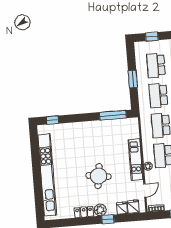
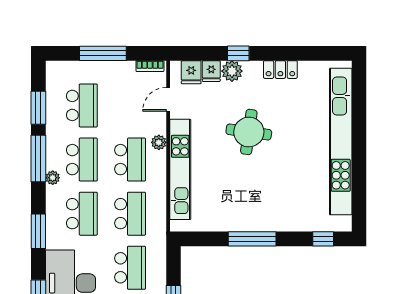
window: (113, 115) -> (252, 239), moved
kitchen unit: (135, 160) -> (180, 169), width x1.36
plant: (100, 210) -> (232, 71), moved

